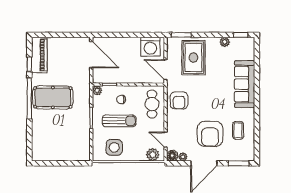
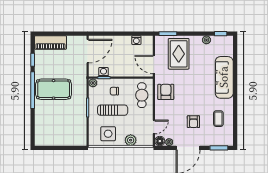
washing machine: (150, 47) -> (136, 40), width x0.53, depth x0.53
piano: (39, 55) -> (50, 43), moved, turned 90
door: (91, 55) -> (88, 51), hinge flipped
washing machine: (109, 78) -> (103, 72), added
armchair: (179, 100) -> (166, 92), turned 180
armchair: (210, 134) -> (193, 122), width x0.53, depth x0.53
door: (166, 140) -> (154, 127), swing flipped
plant: (153, 155) -> (131, 140), moved

